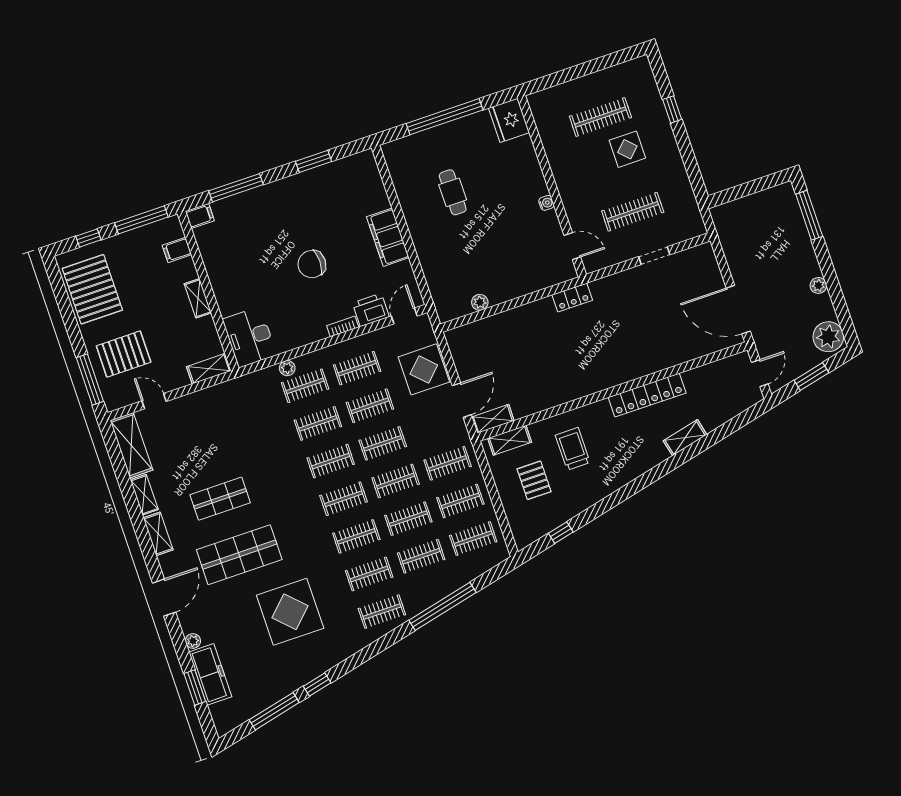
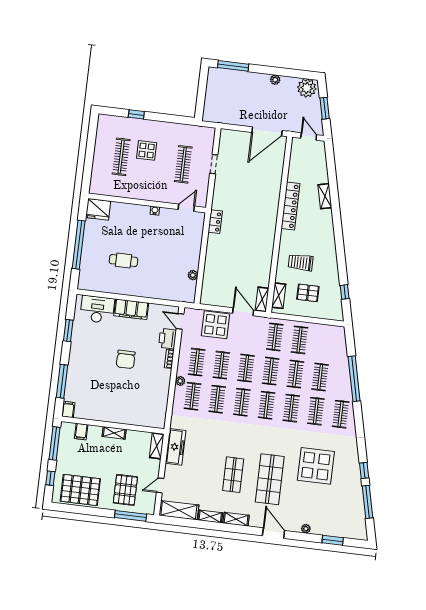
desk: (250, 337) -> (97, 309), moved, turned 180
plant: (287, 368) -> (180, 381), moved
clothes rail: (473, 539) -> (324, 343), removed
freezer: (210, 674) -> (176, 447), moved, turned 90

